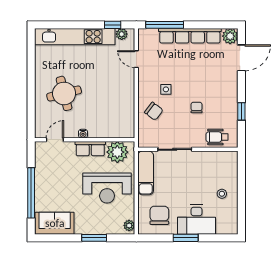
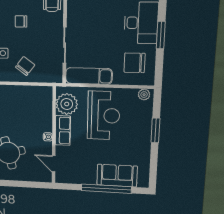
sofa: (55, 223) -> (117, 176), moved, turned 90

